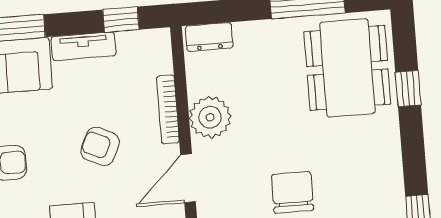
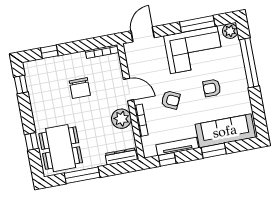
dresser: (209, 37) -> (121, 156), width x1.44
tv unit: (83, 46) -> (177, 146), width x1.41
door: (188, 178) -> (129, 90), hinge flipped

